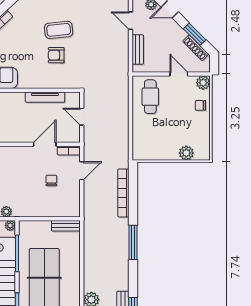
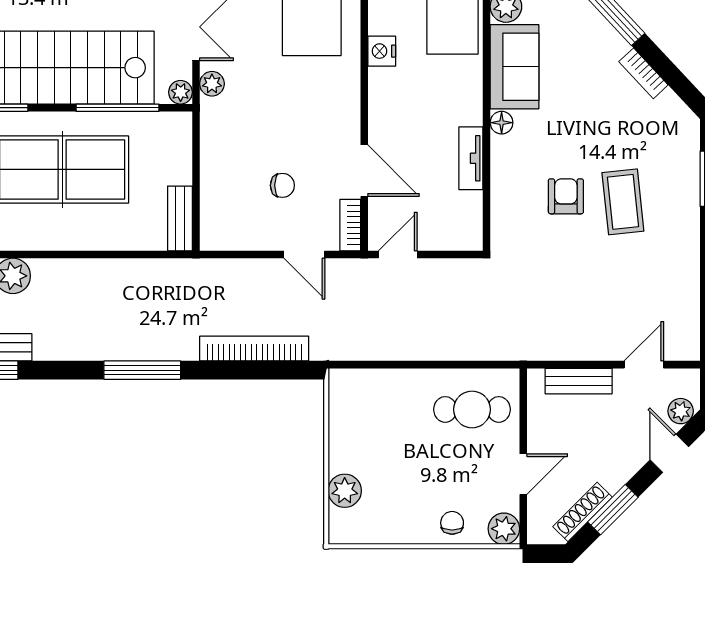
floor lamp: (24, 84) -> (502, 123), added
tv unit: (45, 97) -> (471, 158), width x0.71
door: (82, 117) -> (398, 255), moved

